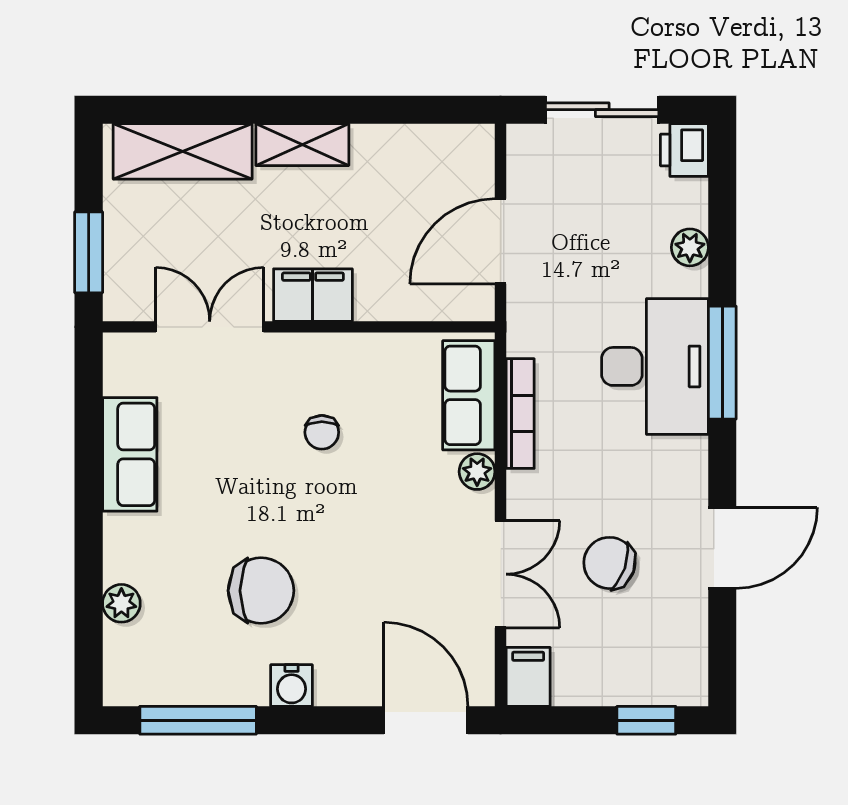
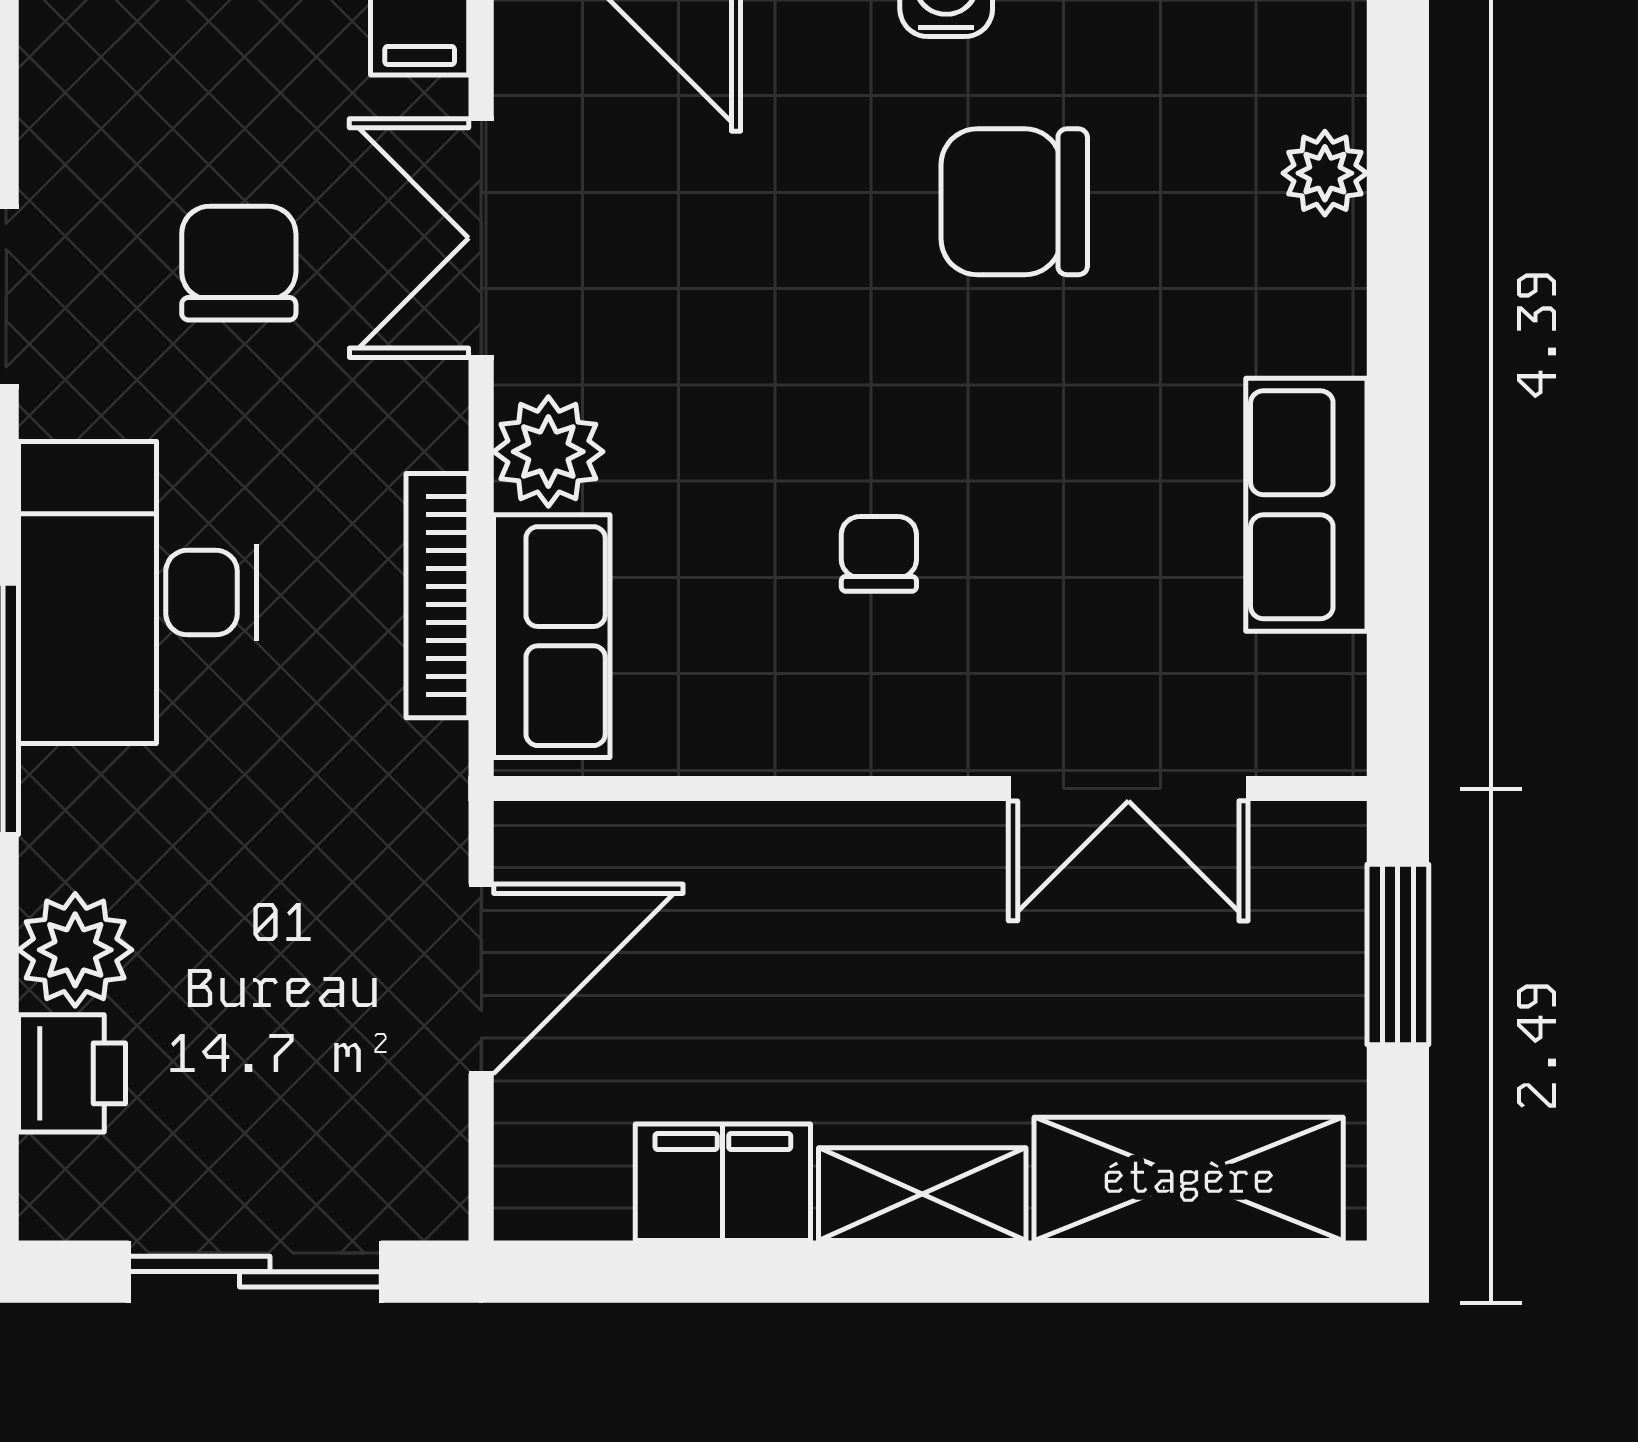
printer: (684, 150) -> (72, 1073), moved
plant: (690, 247) -> (75, 950), width x1.38, depth x1.38
filing cabinet: (313, 295) -> (723, 1182), moved, turned 180
desk: (655, 366) -> (137, 593), moved
plant: (477, 472) -> (548, 452), width x1.38, depth x1.38
chair: (609, 563) -> (239, 263), turned -109

